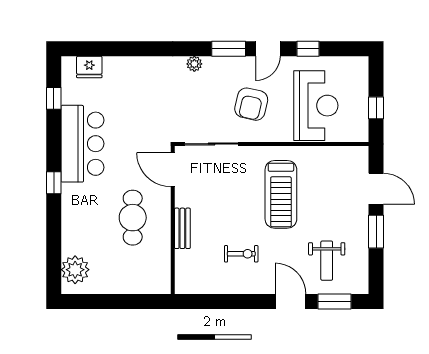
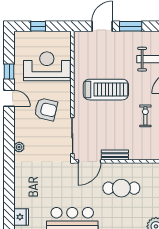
window: (229, 49) -> (9, 124), removed
window: (376, 108) -> (38, 26), moved
bench: (182, 228) -> (115, 155), moved

